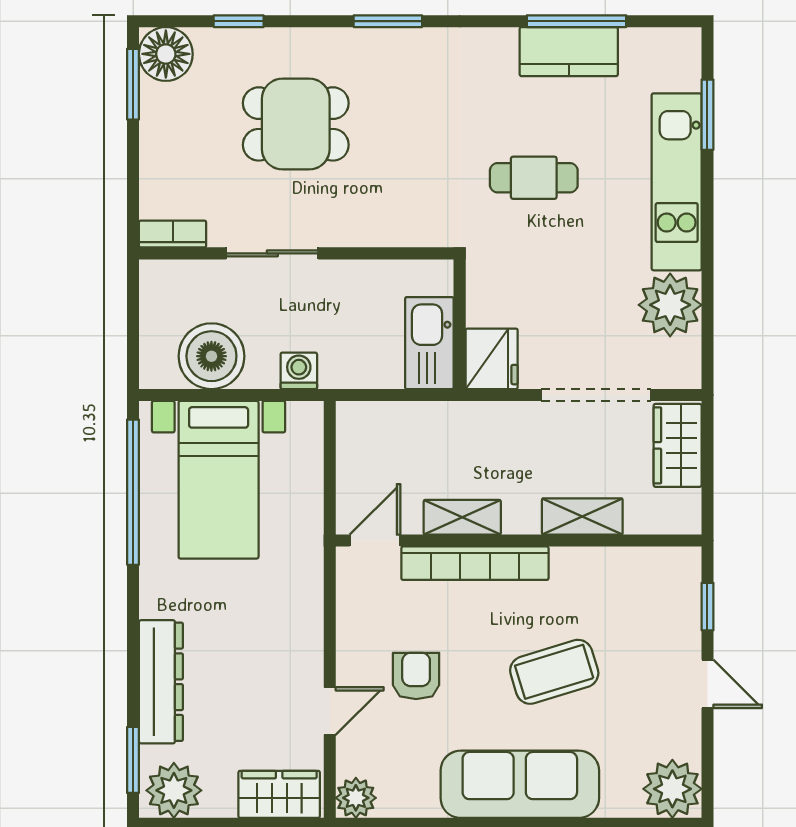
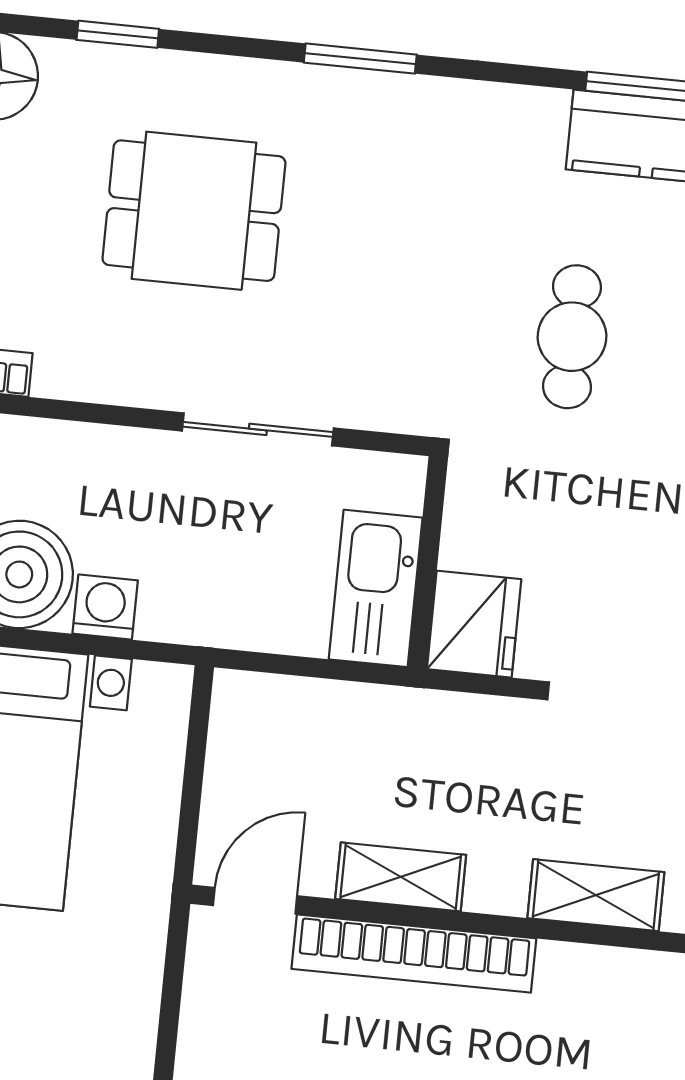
cafe table: (534, 178) -> (572, 337), turned 90
sliding door: (272, 253) -> (258, 429), moved
washing machine: (299, 371) -> (105, 607), moved

